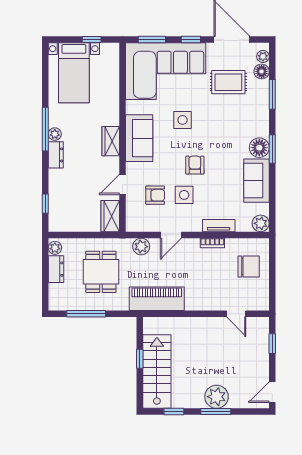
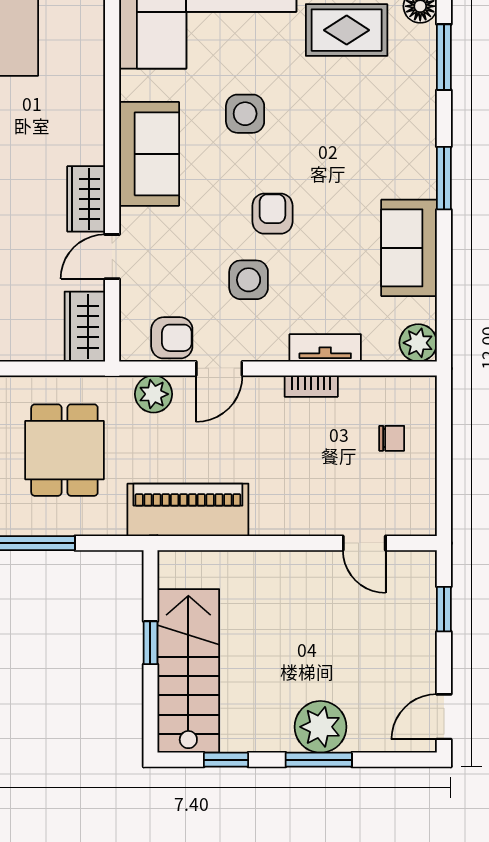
wardrobe: (111, 141) -> (86, 199), moved
floor lamp: (259, 148) -> (415, 175), removed
armchair: (155, 195) -> (172, 338), moved
chair: (249, 266) -> (392, 438), width x0.54, depth x0.54

